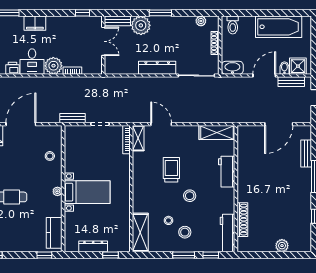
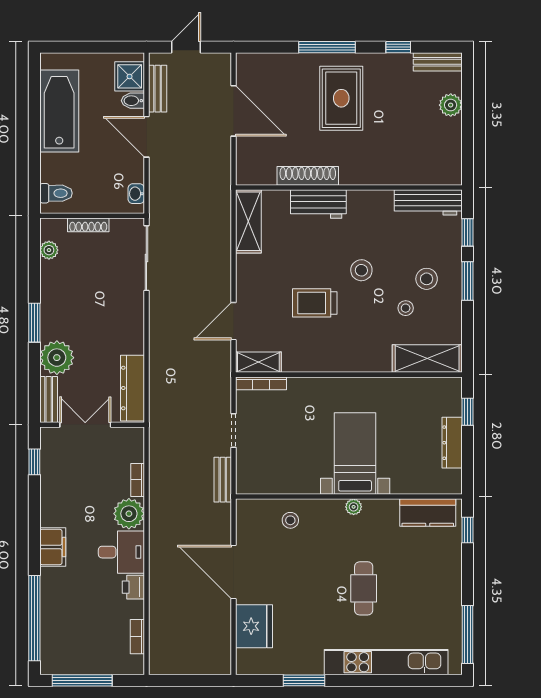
dresser: (157, 68) -> (132, 388), moved
washbasin: (232, 68) -> (136, 194), width x0.52, depth x0.69
bench: (306, 153) -> (438, 62), moved
rug: (286, 184) -> (341, 98), added
shoe rack: (242, 220) -> (308, 176), moved

